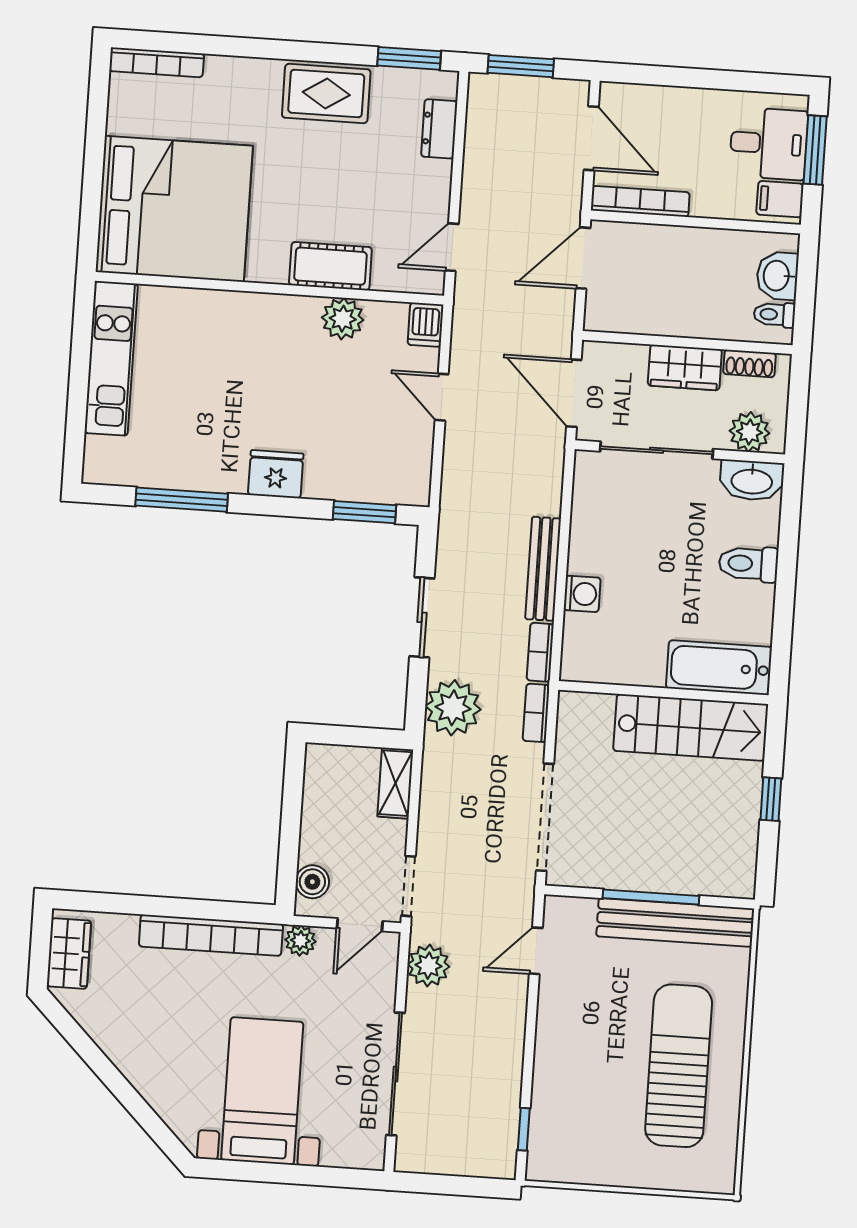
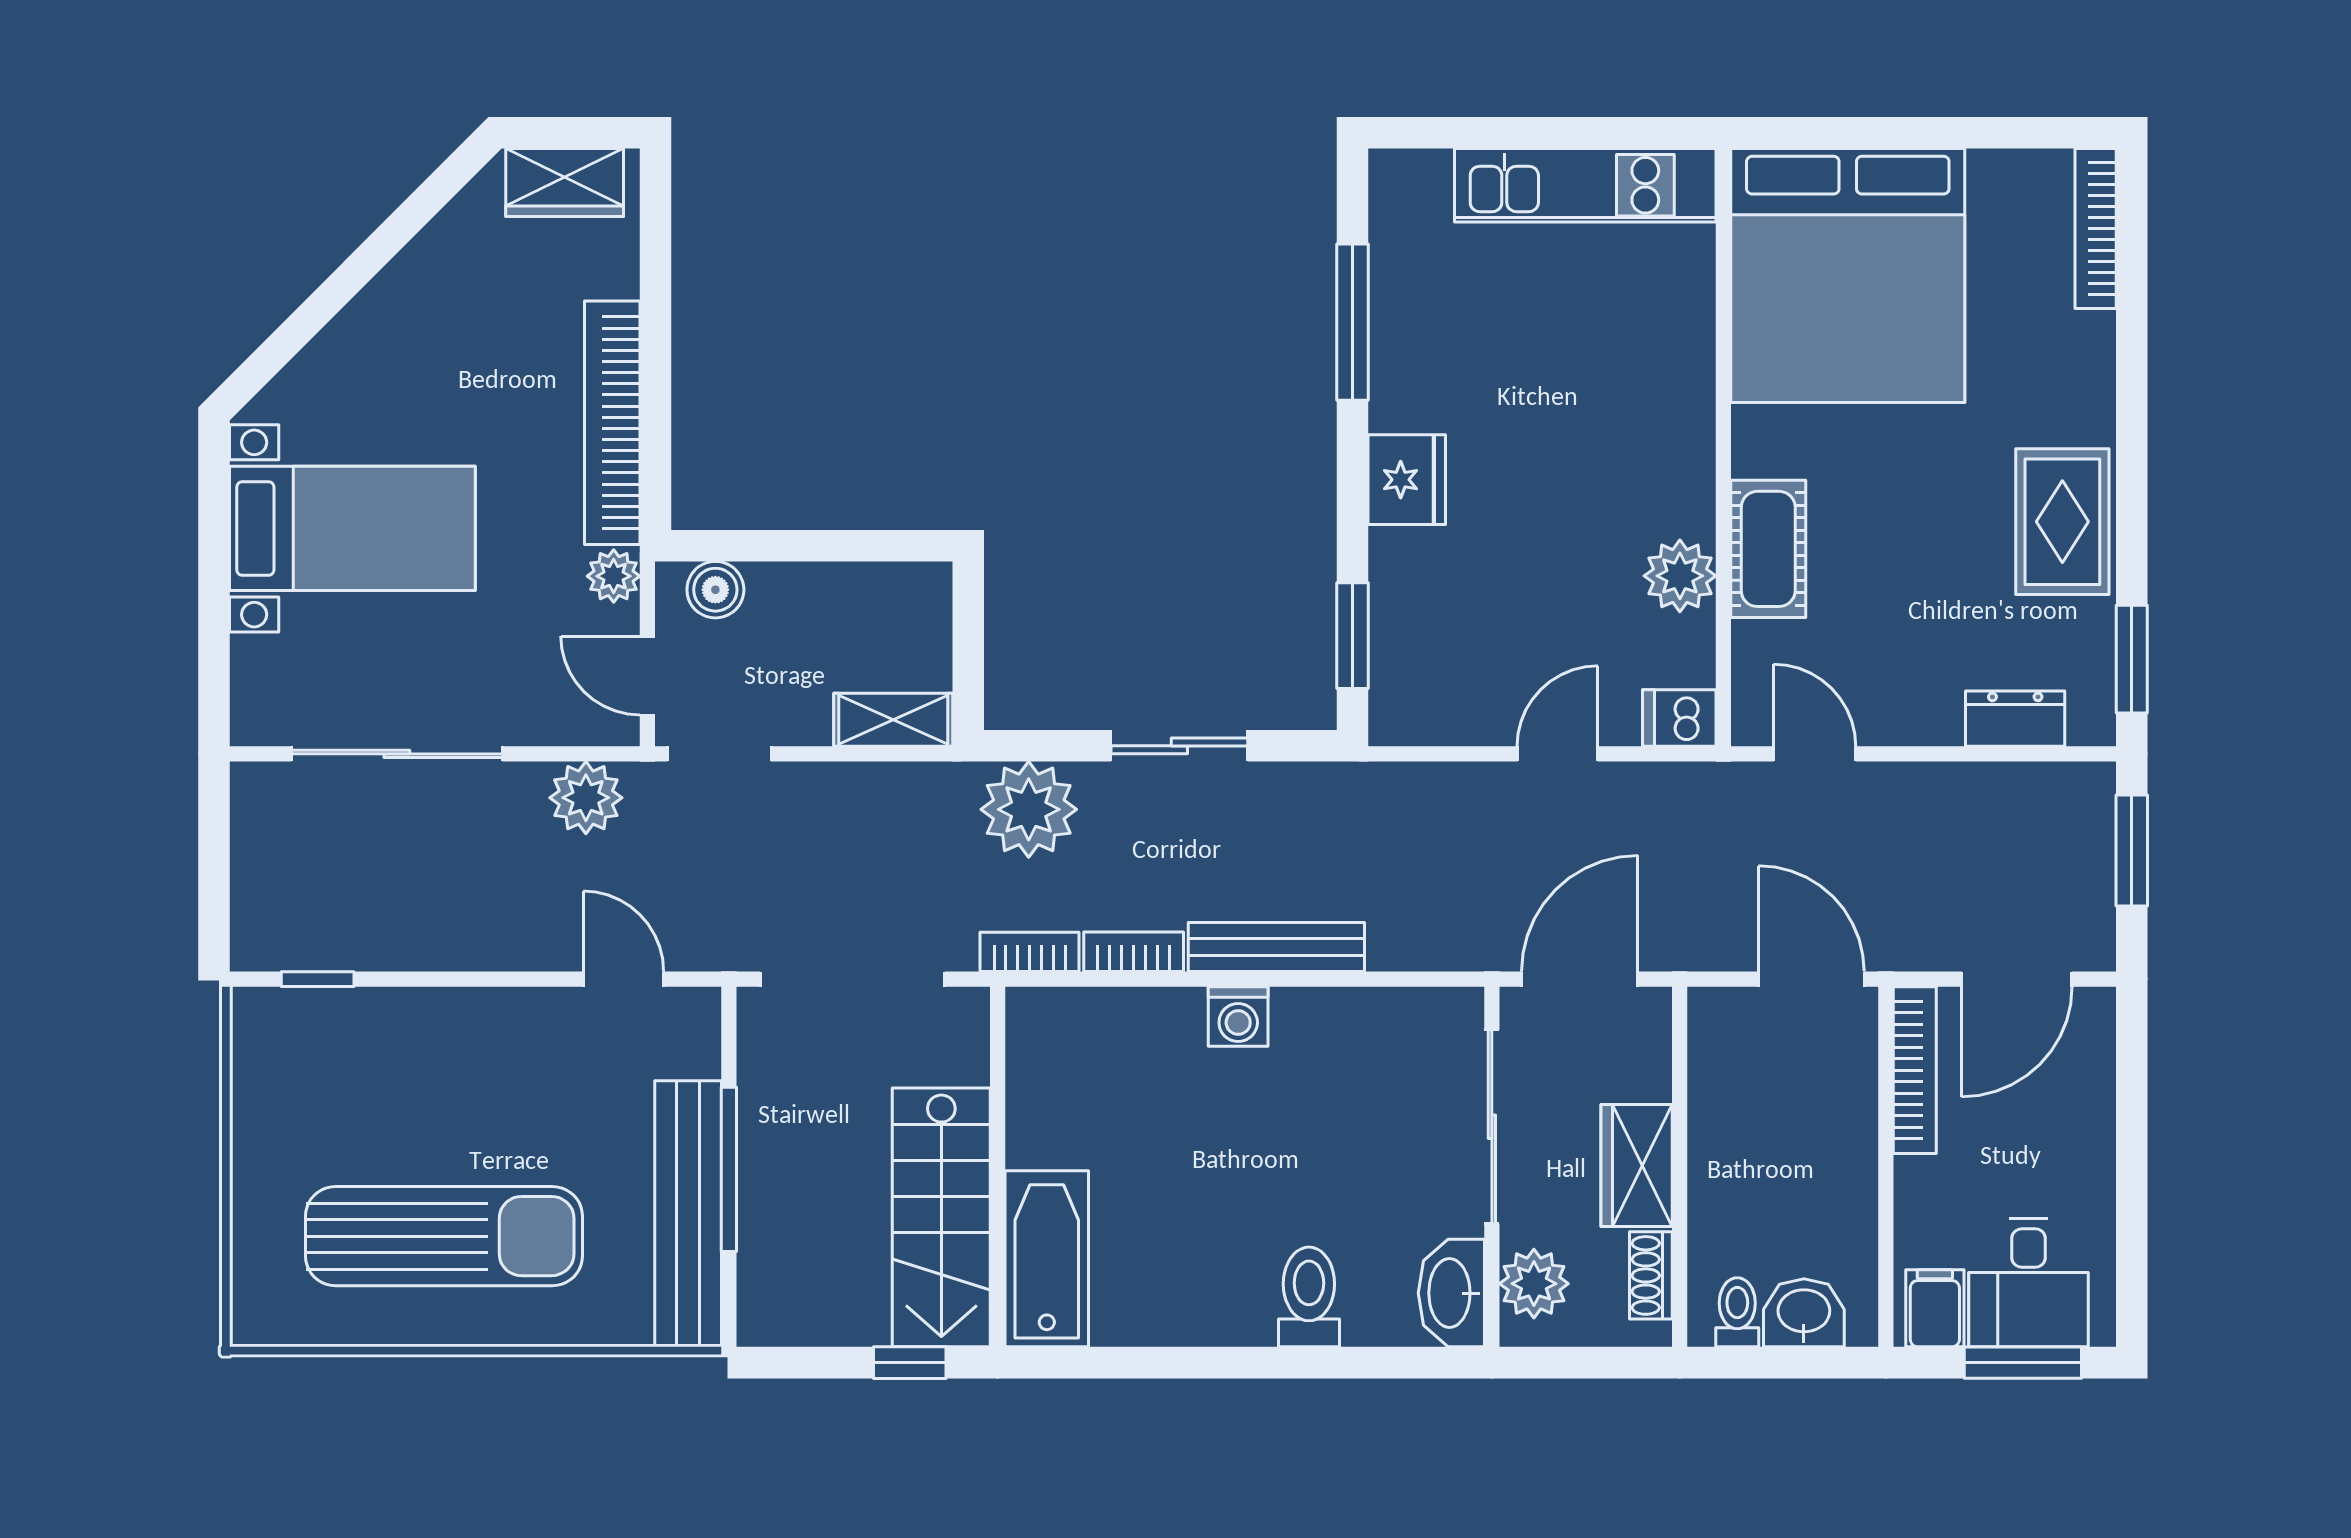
bathtub: (719, 668) -> (1047, 1259), moved
wall: (663, 693) -> (998, 1167), moved
stairs: (691, 728) -> (941, 1217), moved

